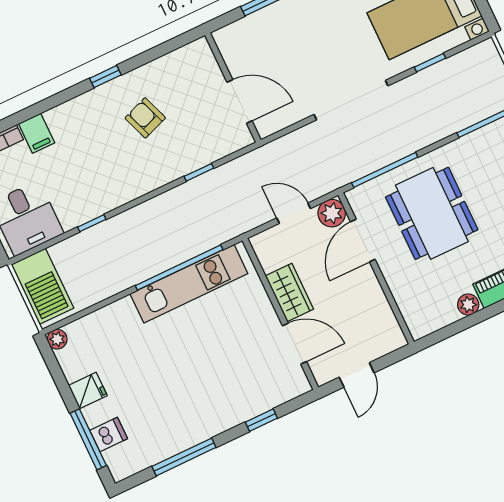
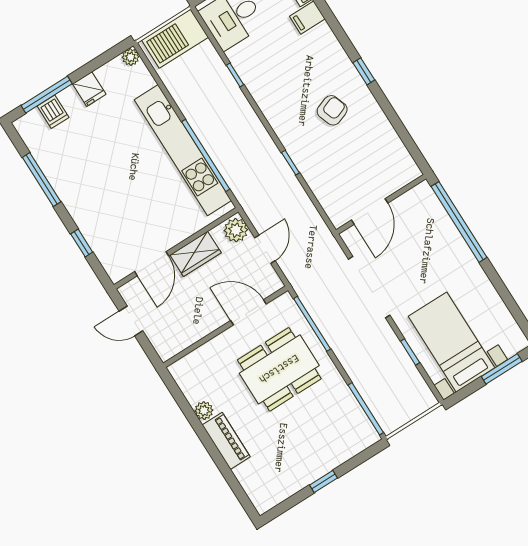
wall: (233, 88) -> (381, 204), moved
door: (240, 101) -> (370, 212), moved
plant: (332, 213) -> (236, 230), moved
kitchen unit: (189, 284) -> (183, 150), width x1.36

